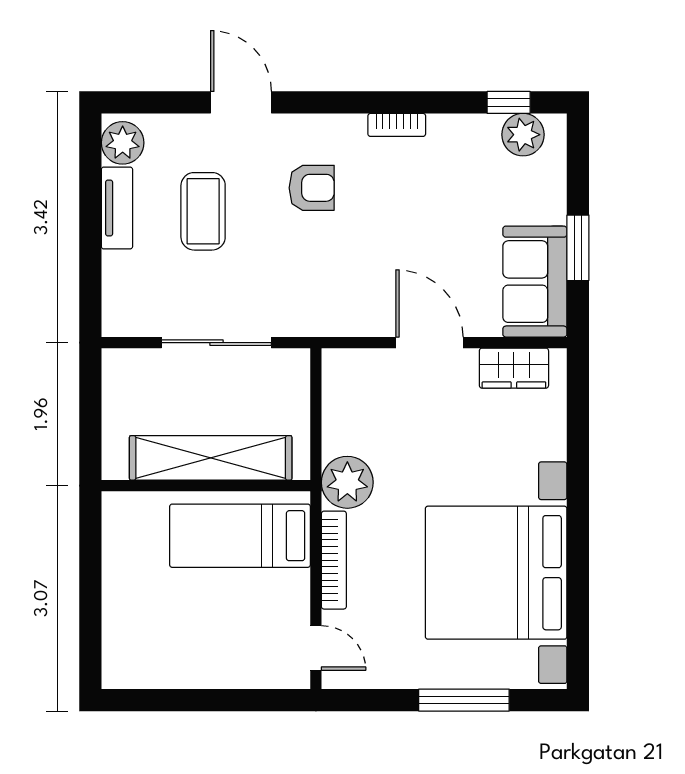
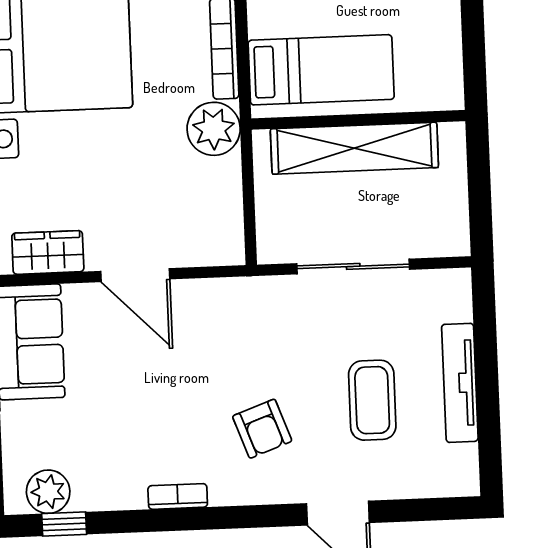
plant: (123, 143) -> (457, 467), removed
armchair: (312, 188) -> (262, 429), turned -110
tv unit: (117, 208) -> (460, 383), width x1.41

